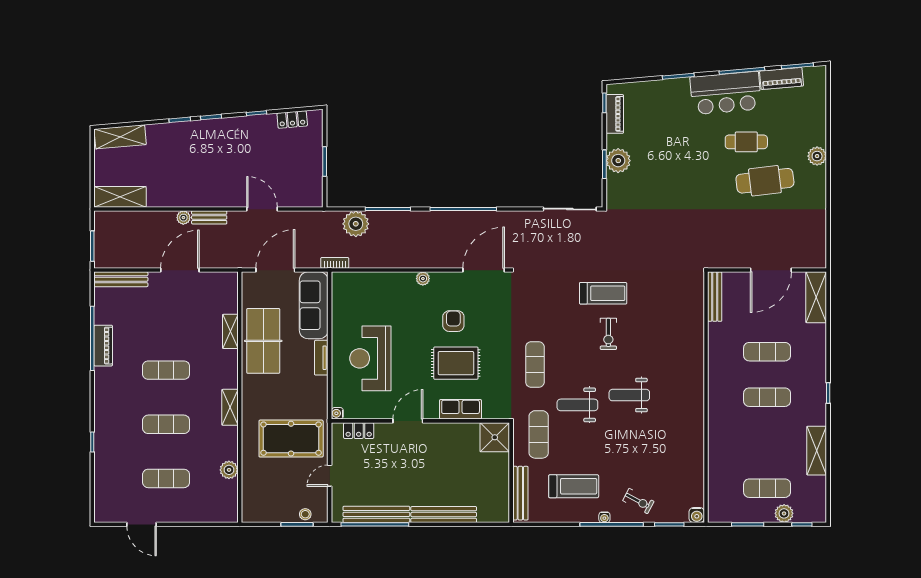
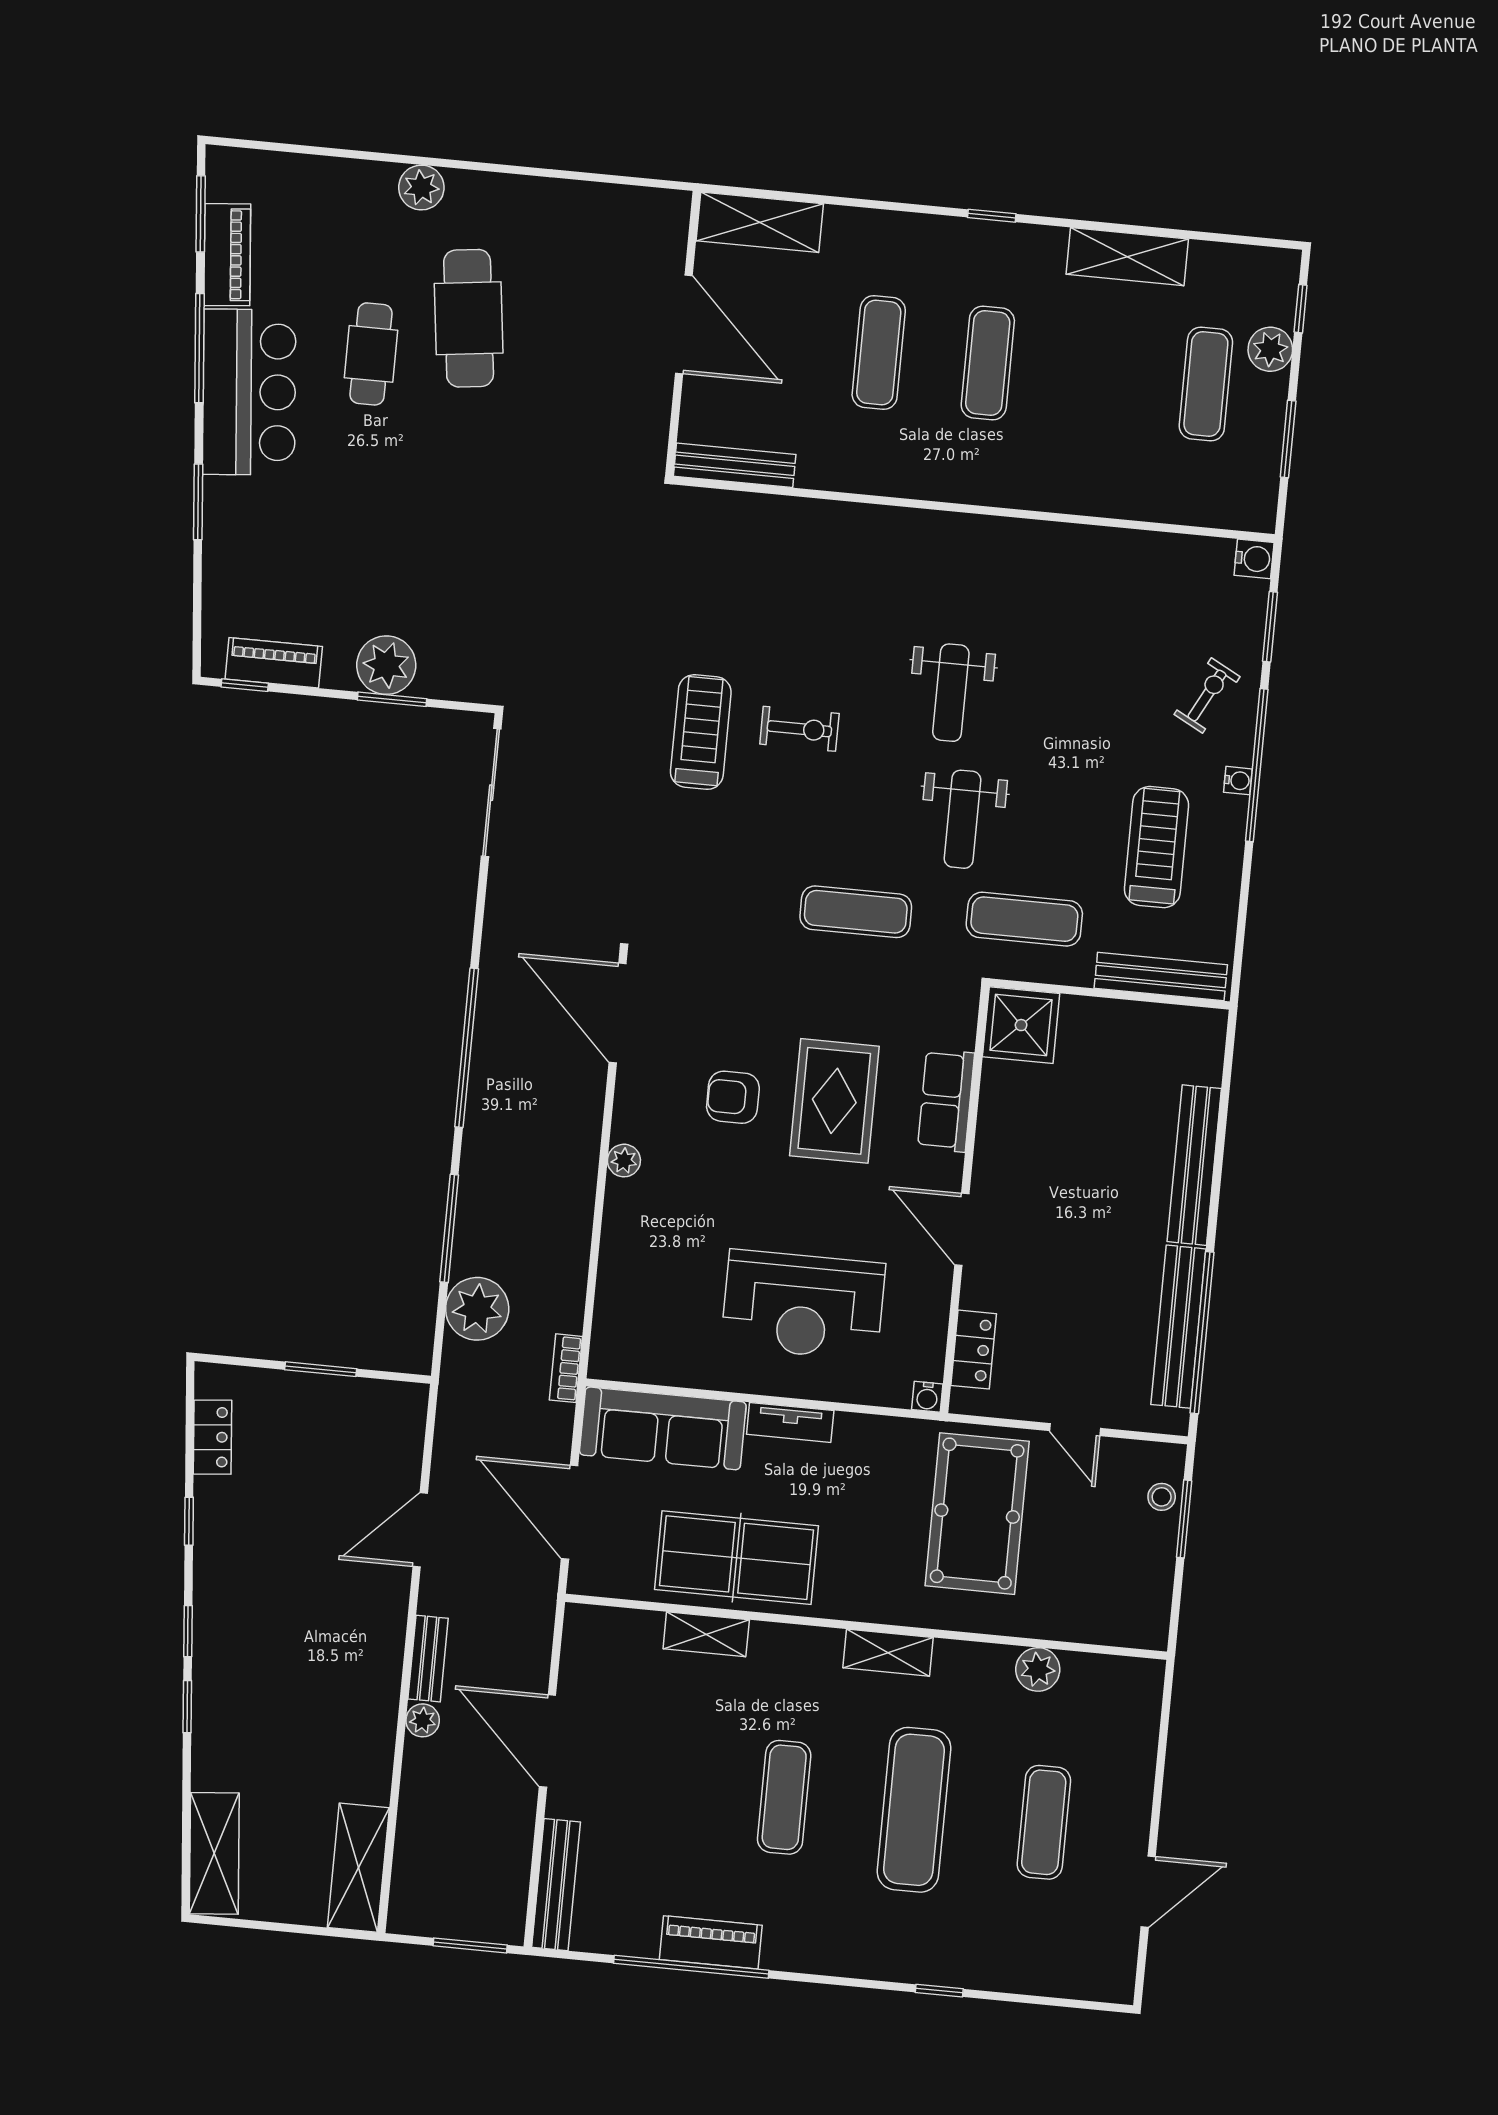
exercise mat: (166, 424) -> (914, 1810), width x1.36, depth x1.45

